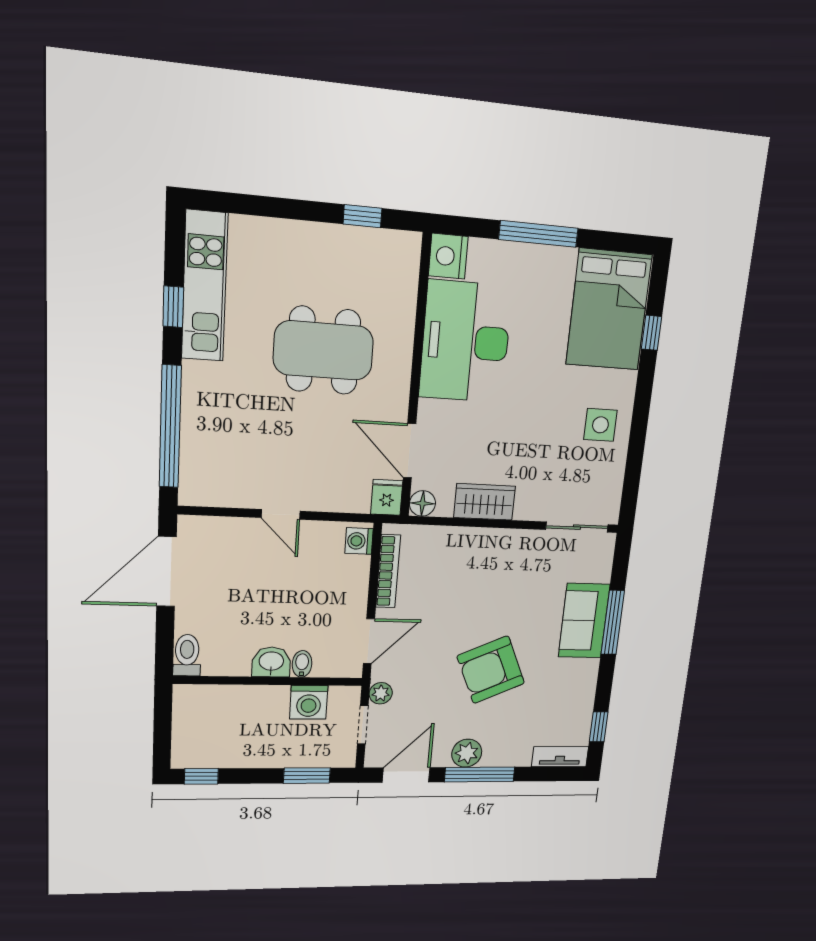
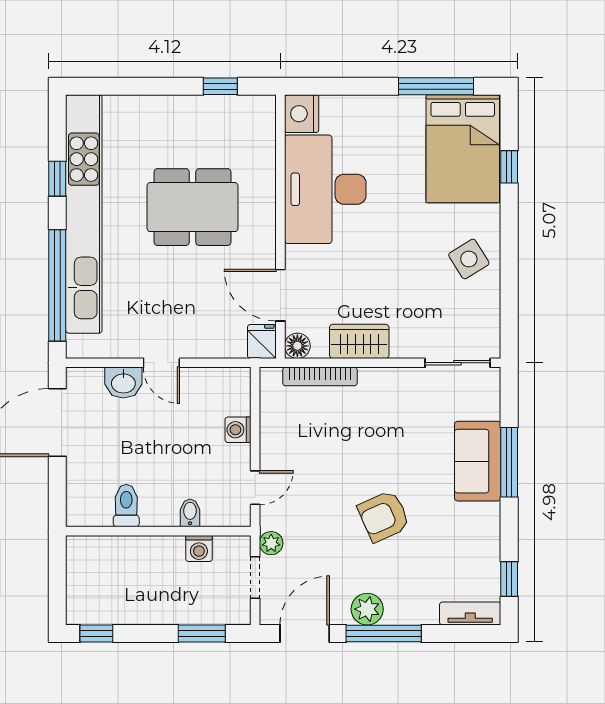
window: (538, 234) -> (436, 86), moved
kitchen unit: (205, 286) -> (84, 214), width x1.86
side table: (600, 425) -> (469, 259), turned -32
washing machine: (359, 541) -> (238, 430), moved
bookcase: (388, 571) -> (320, 376), moved, turned 90
door: (369, 641) -> (255, 488), width x0.73
toilet: (187, 655) -> (126, 506), moved
washbasin: (271, 662) -> (123, 383), moved, turned 180
armchair: (491, 670) -> (384, 516), width x0.73, depth x0.73
washing machine: (309, 702) -> (199, 548), width x0.73, depth x0.73

